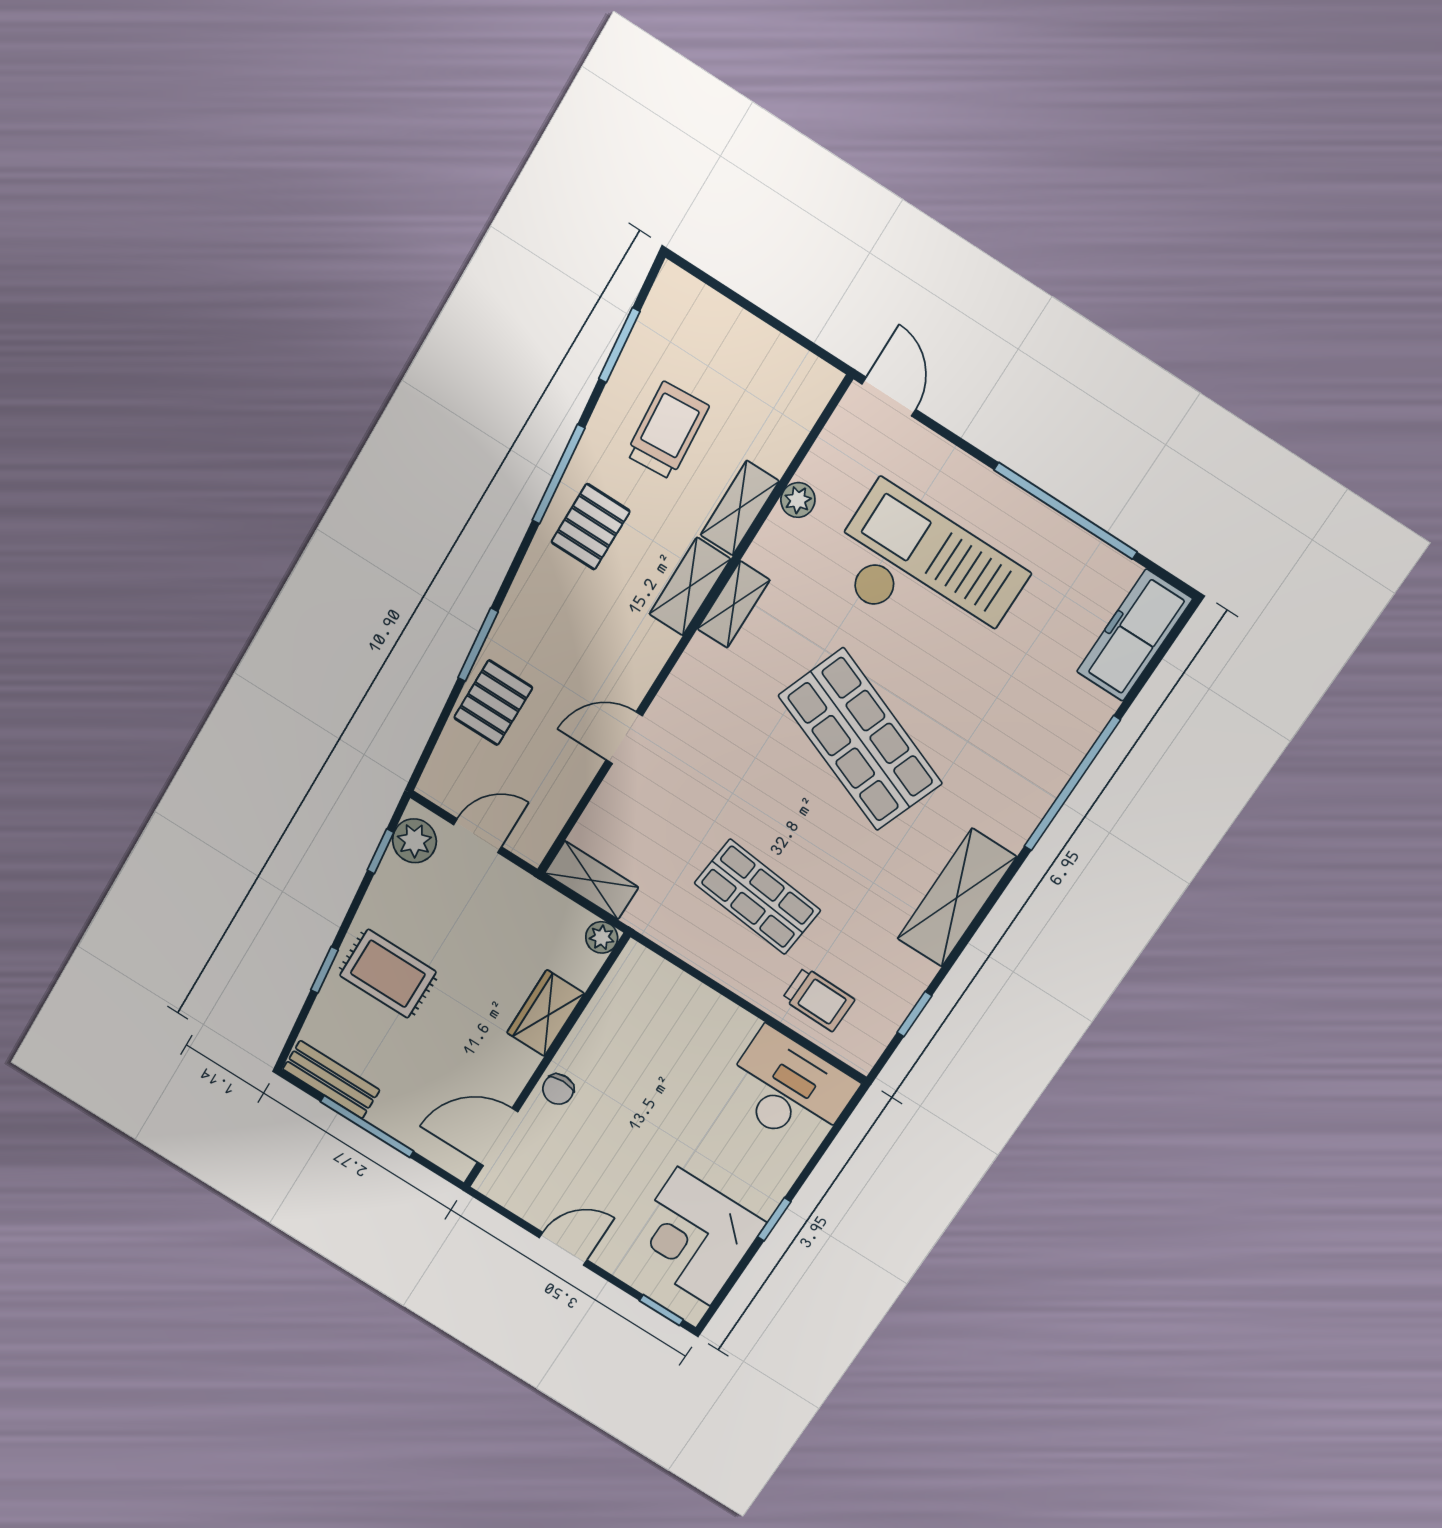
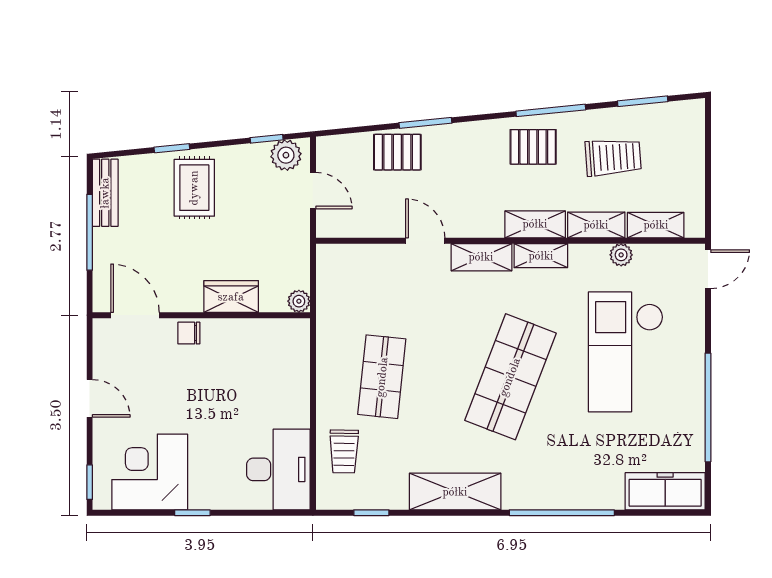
shelving: (789, 430) -> (656, 225), added
checkout: (925, 573) -> (626, 352), turned 180
shelving: (592, 880) -> (481, 257), moved, turned 90

